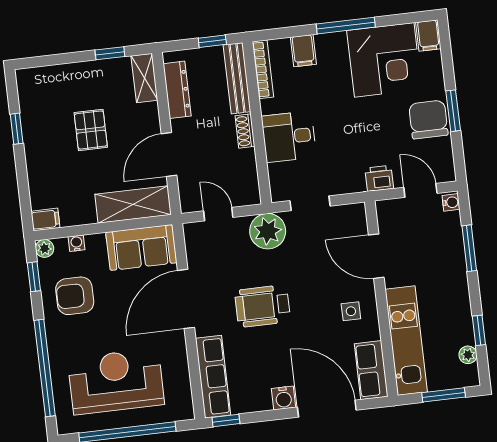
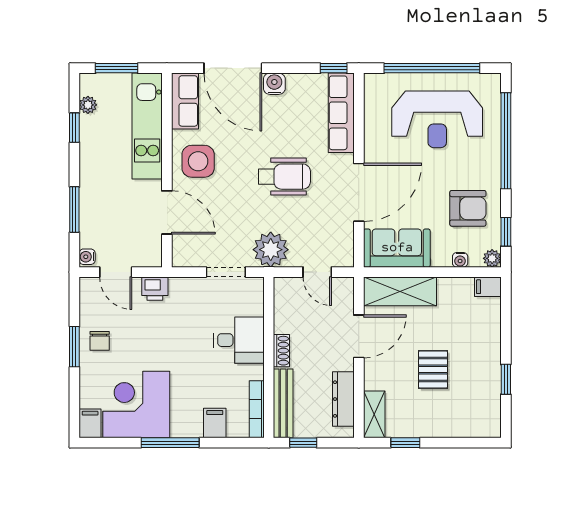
chair: (428, 120) -> (100, 341), width x0.54, depth x0.54
side table: (351, 311) -> (198, 161), width x1.87, depth x1.87

